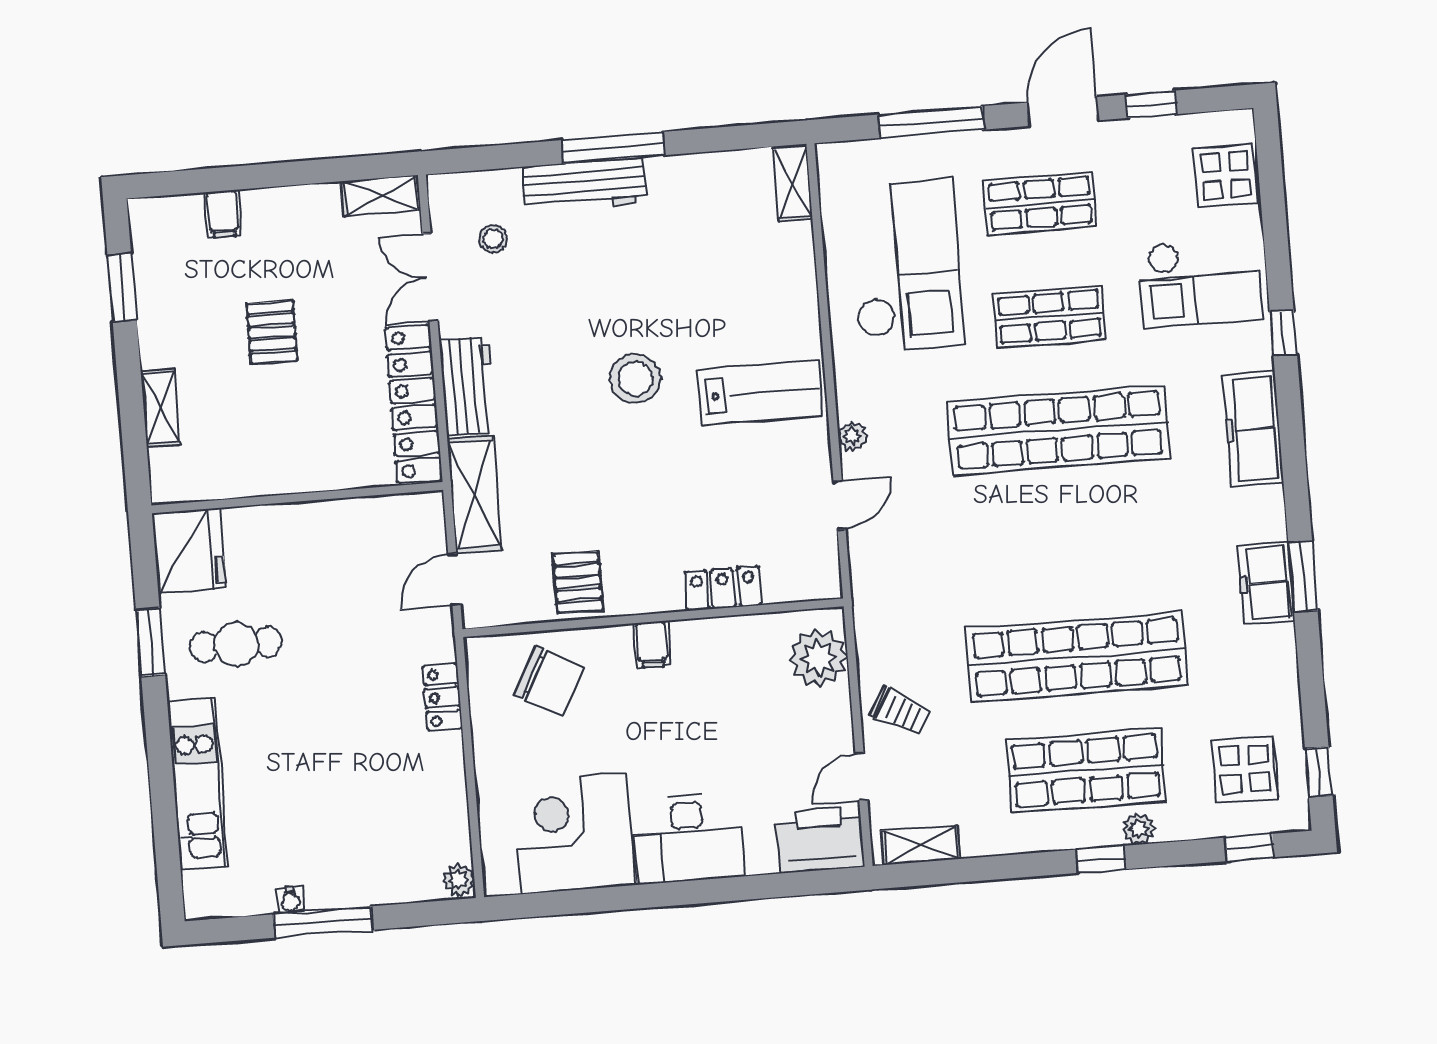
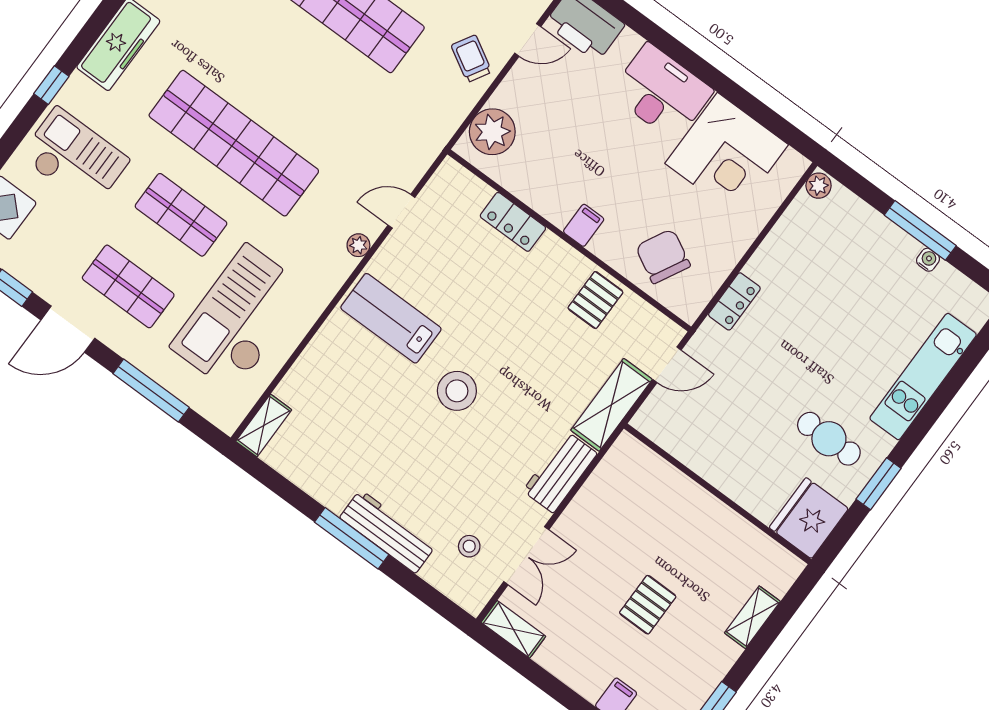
locker: (414, 404) -> (601, 489), removed

